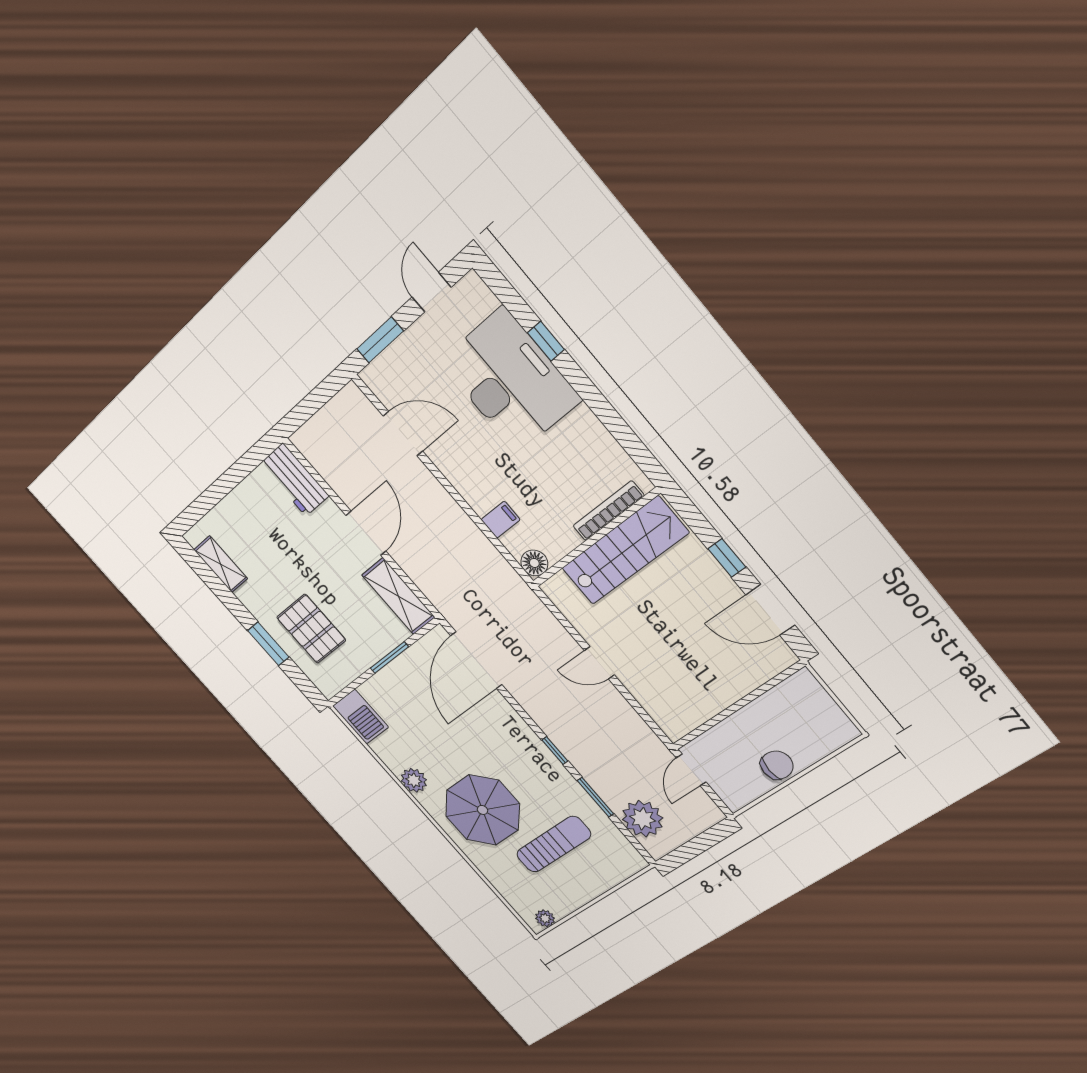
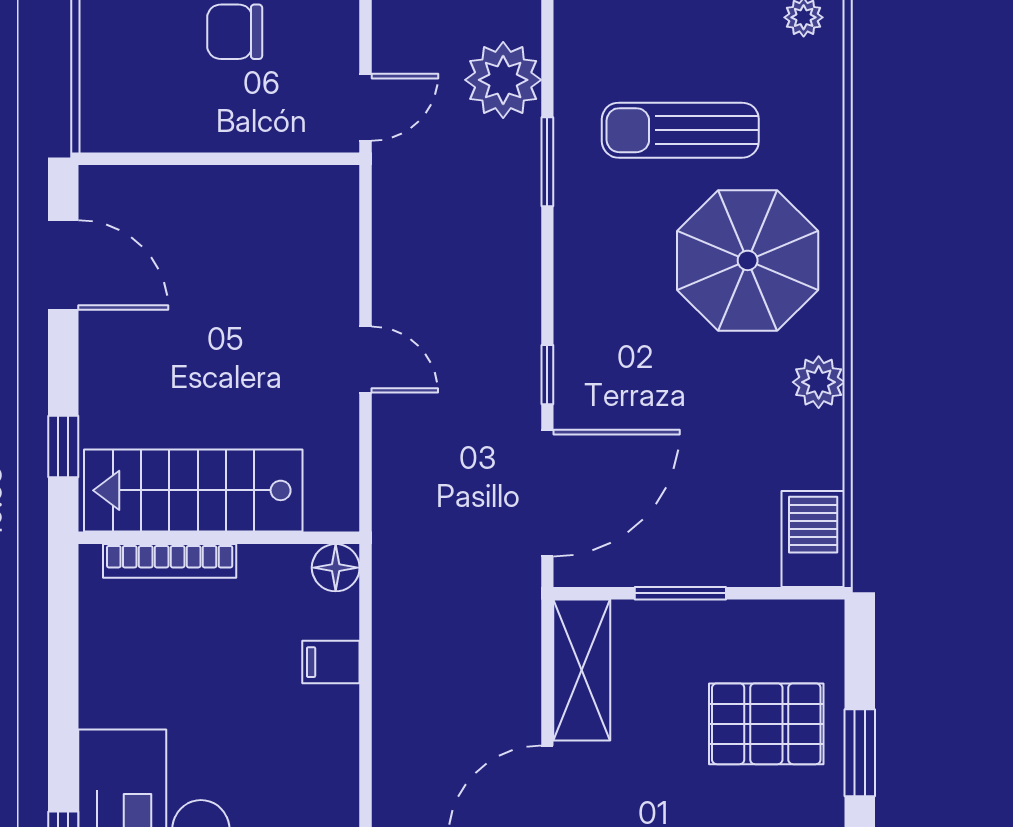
window: (727, 558) -> (63, 446), moved
pallet: (311, 629) -> (766, 724), turned 90
window: (555, 751) -> (547, 375), moved

